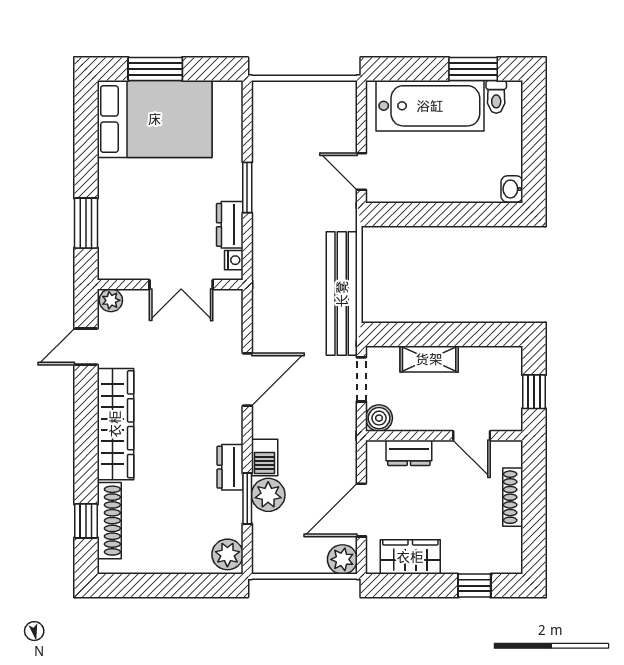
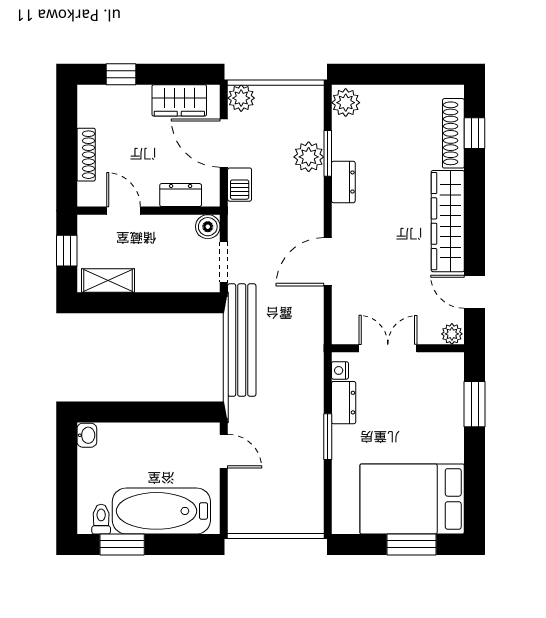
door: (86, 347) -> (475, 292), swing flipped
shelving: (429, 359) -> (108, 281), moved
barbecue: (265, 458) -> (240, 185), moved, turned 180
door: (361, 510) -> (224, 143), swing flipped

